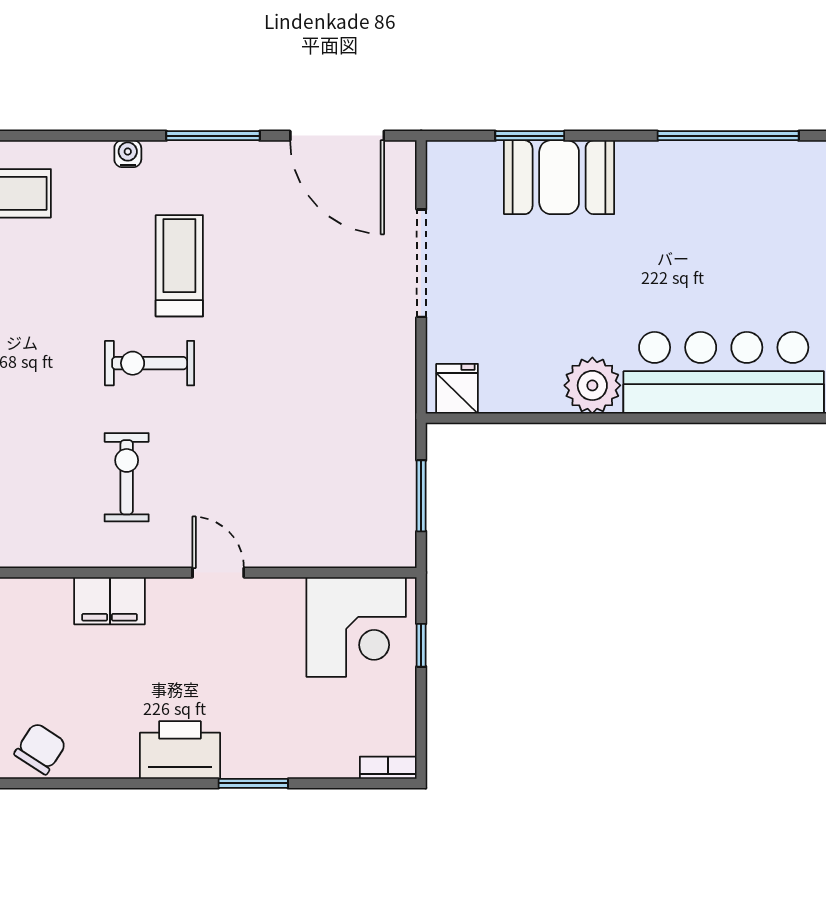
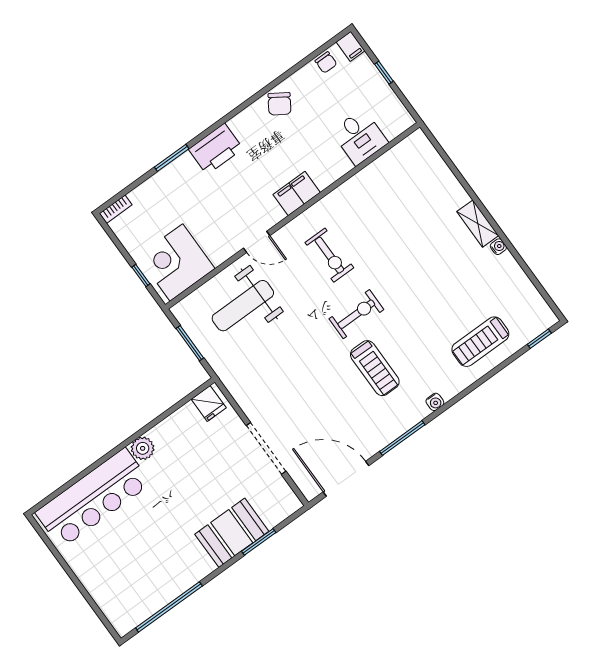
plant: (592, 385) -> (143, 448), width x0.73, depth x0.73
weight bench: (305, 495) -> (243, 306), added

